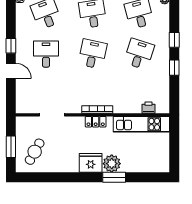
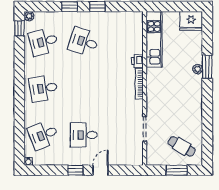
desk: (93, 54) -> (84, 88), removed
printer: (149, 108) -> (138, 61), moved
locker: (96, 122) -> (152, 85), removed
fridge: (91, 163) -> (191, 21), moved, turned -90
plant: (112, 164) -> (198, 69), width x0.53, depth x0.53

